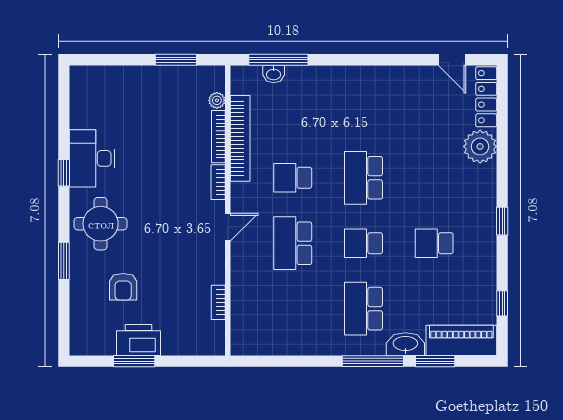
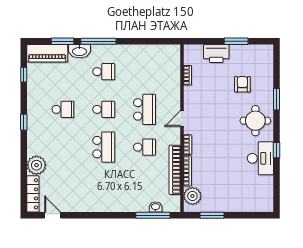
plant: (217, 100) -> (192, 196), width x1.87, depth x1.87
school desk: (363, 309) -> (104, 72), width x0.54
printer: (138, 340) -> (216, 54), moved

